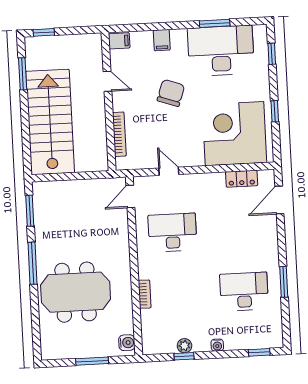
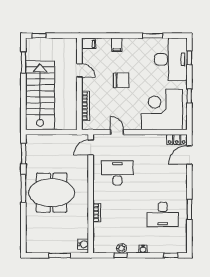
desk: (221, 51) -> (171, 59), moved, turned 90
chair: (171, 93) -> (121, 80), turned 71
locker: (242, 179) -> (177, 140), moved
meeting table: (76, 292) -> (52, 193), moved
desk: (244, 292) -> (163, 214), turned 180

